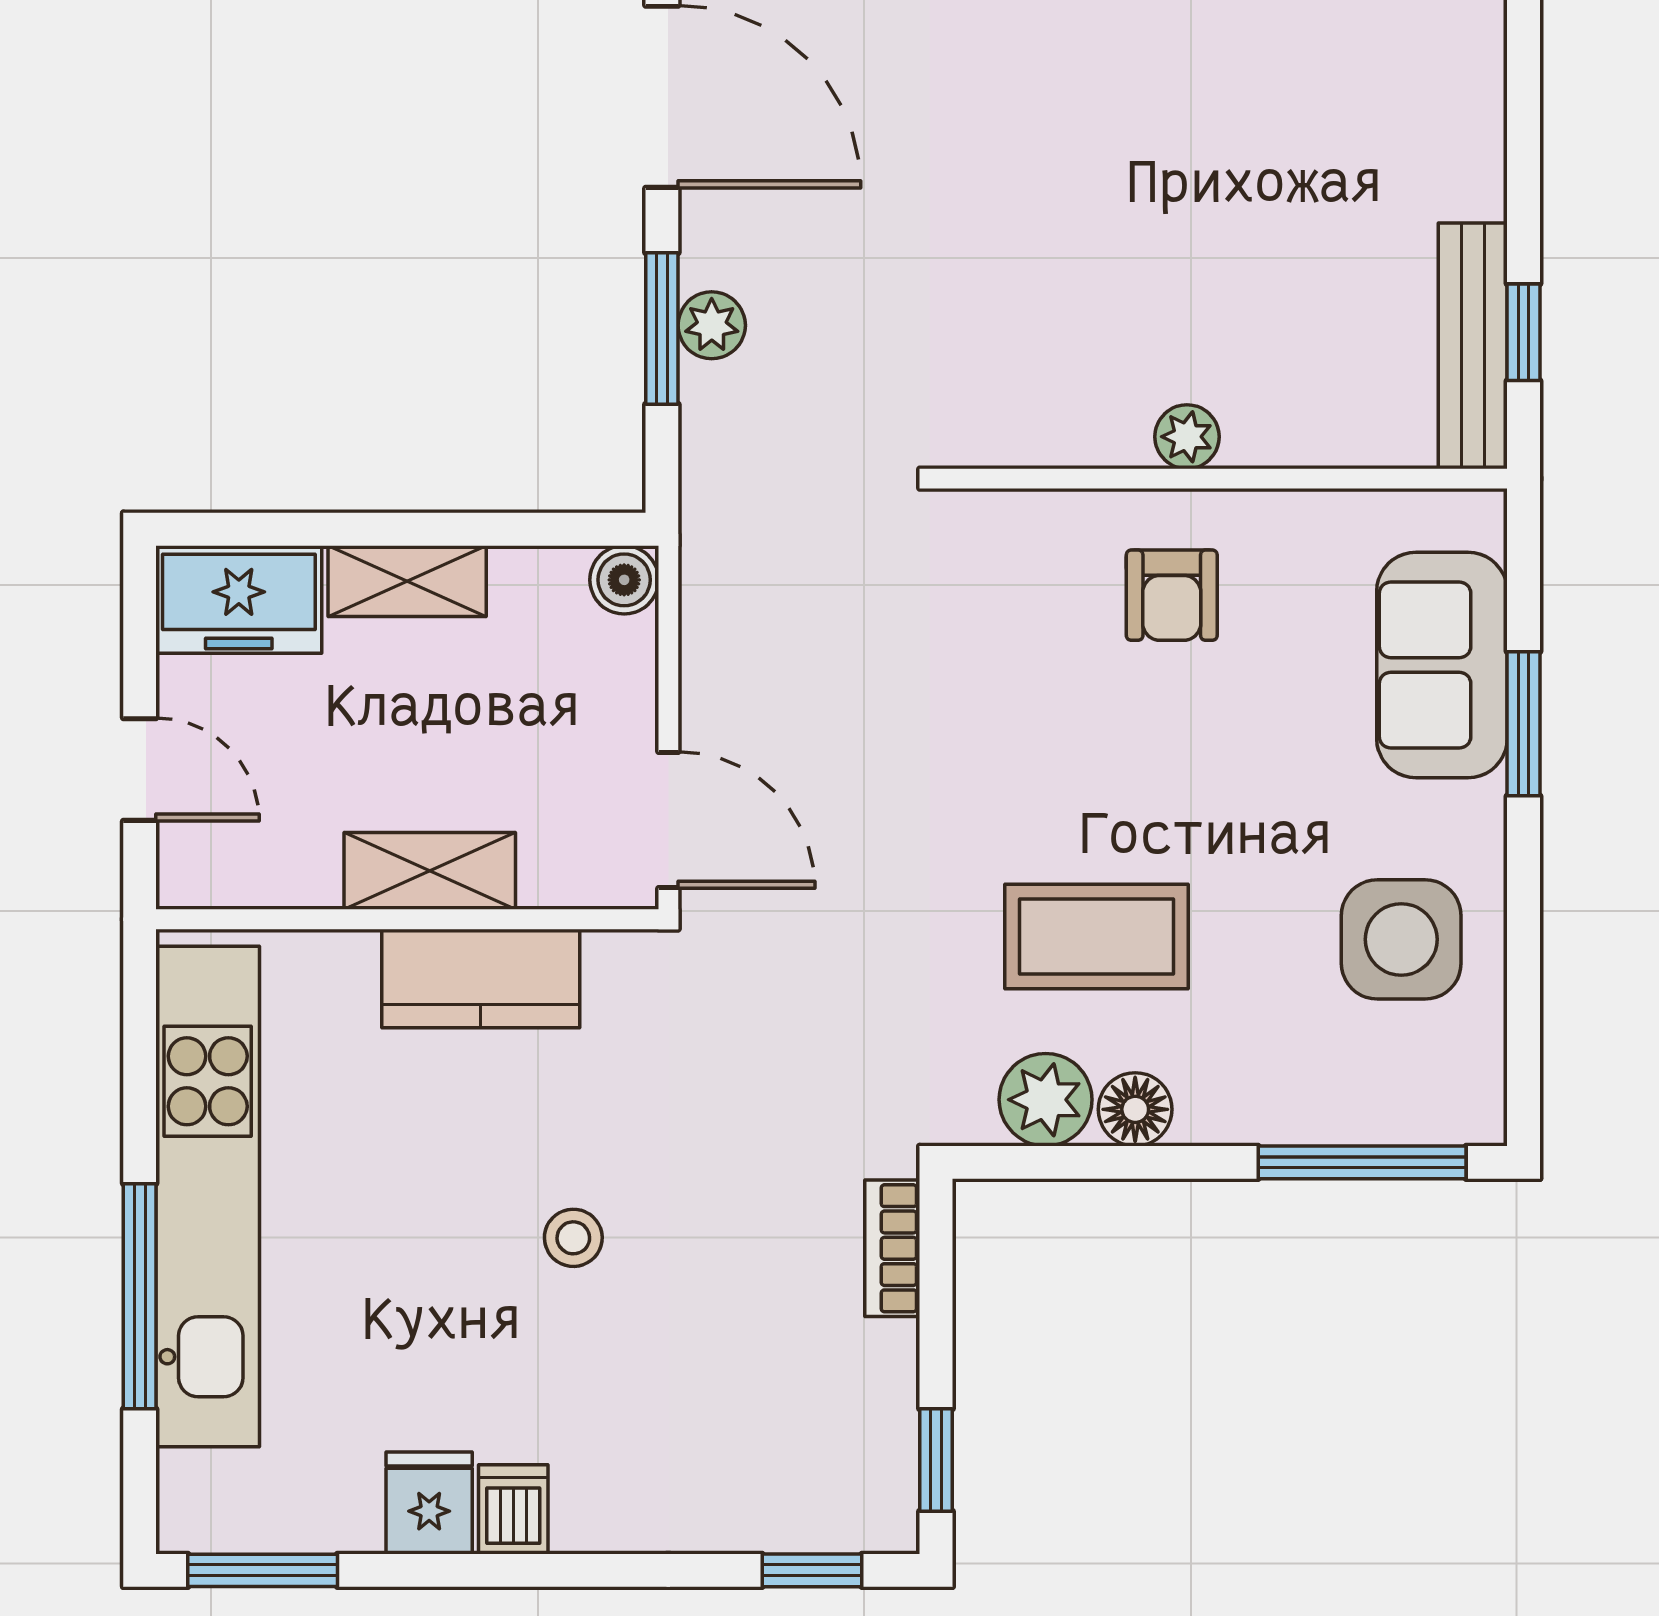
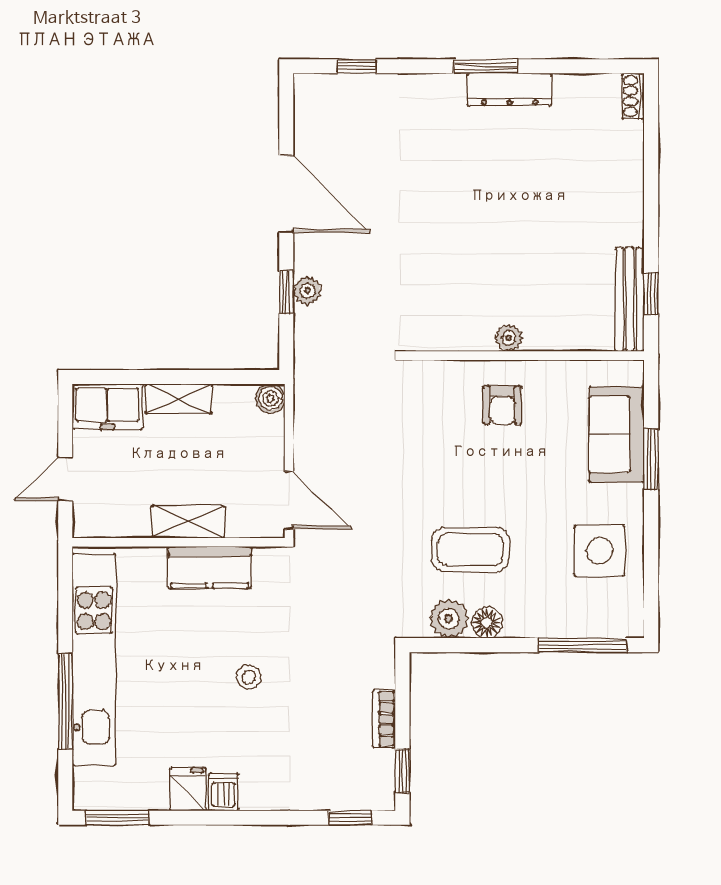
window: (662, 329) -> (286, 292), width x0.67
door: (140, 770) -> (65, 479), swing flipped
bookcase: (892, 1248) -> (384, 719), moved

